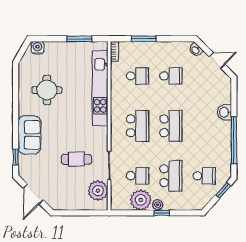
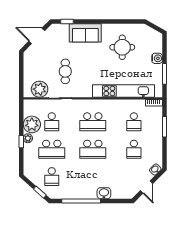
water cooler: (38, 48) -> (157, 58), moved

